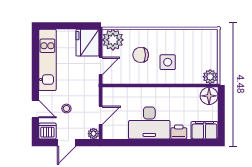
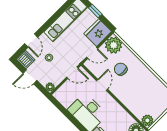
window: (66, 26) -> (95, 11), added
side table: (168, 62) -> (132, 88), removed
door: (138, 86) -> (102, 85), added
door: (101, 115) -> (72, 73), moved

